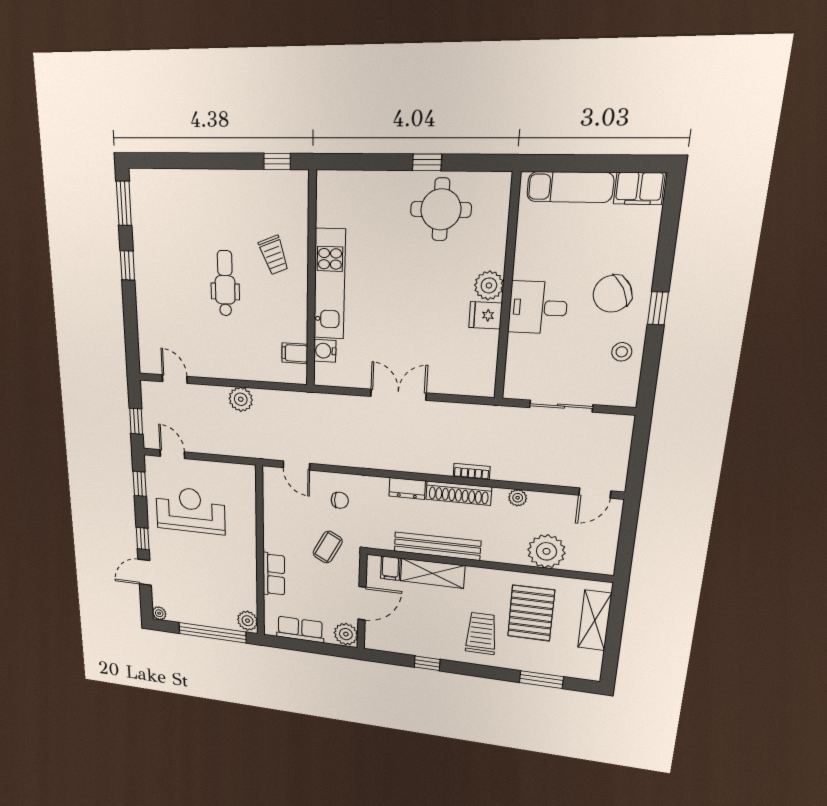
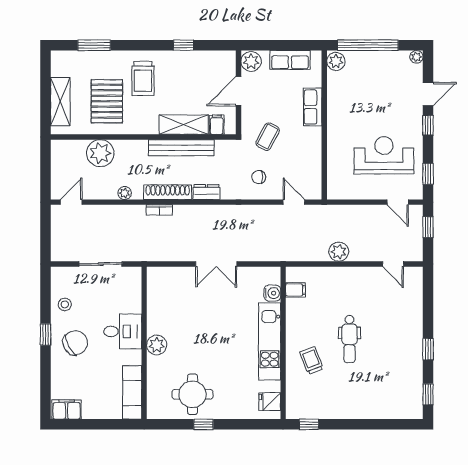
exam couch: (570, 187) -> (132, 392), moved, turned -90
window: (124, 203) -> (428, 394), width x0.67
fridge: (485, 315) -> (270, 402), moved, turned 180
reception desk: (190, 510) -> (384, 155), turned 180

